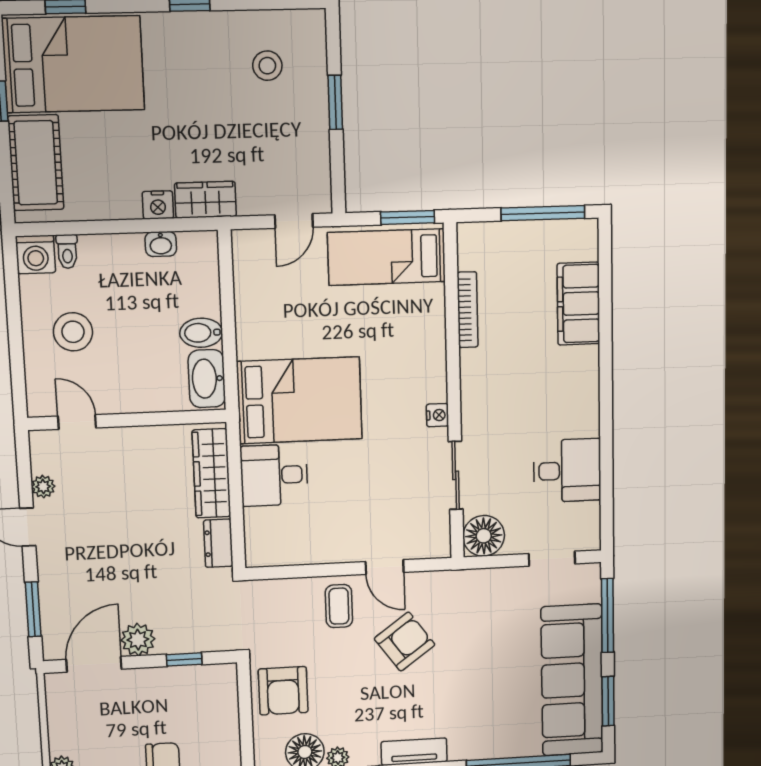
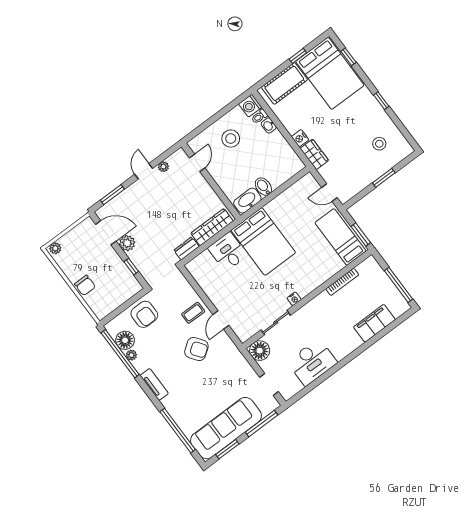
washbasin: (161, 244) -> (269, 125), moved
desk: (567, 470) -> (312, 362), width x1.37
armchair: (283, 691) -> (144, 314), turned -90

